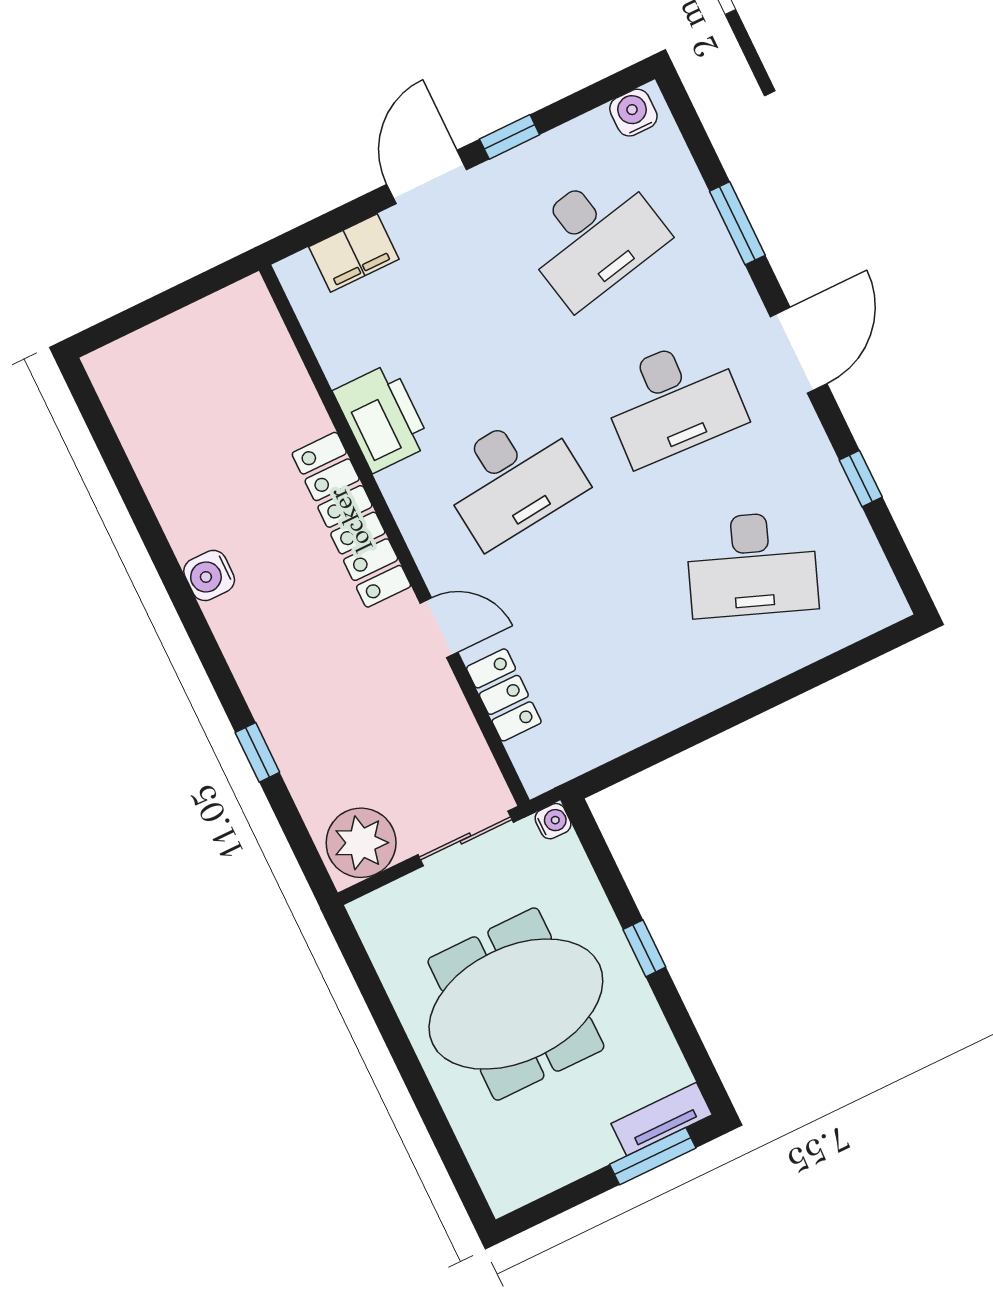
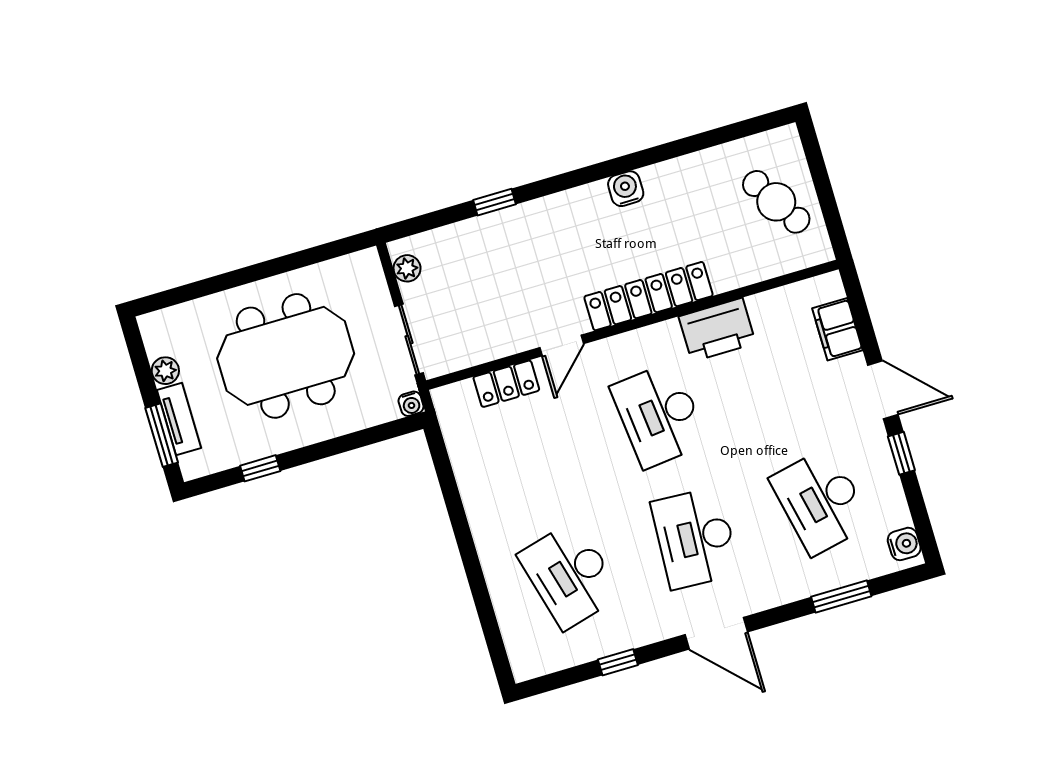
window: (737, 223) -> (841, 596), moved
cafe table: (193, 366) -> (776, 202), added
desk: (752, 564) -> (570, 575), turned -36
plant: (361, 843) -> (407, 268), width x0.53, depth x0.53
window: (644, 948) -> (260, 468), moved
meeting table: (516, 1004) -> (286, 356), turned 90
tv unit: (662, 1119) -> (179, 419), moved
plant: (563, 1166) -> (165, 371), added

